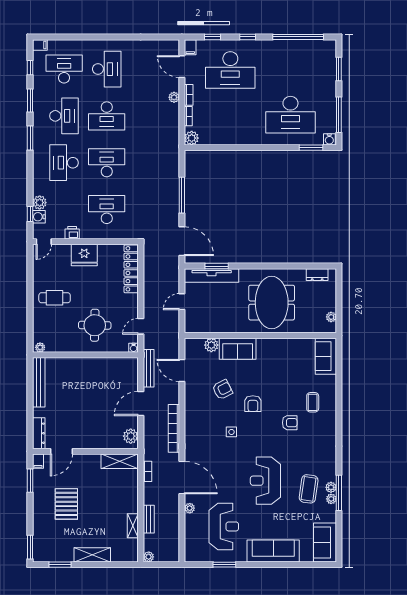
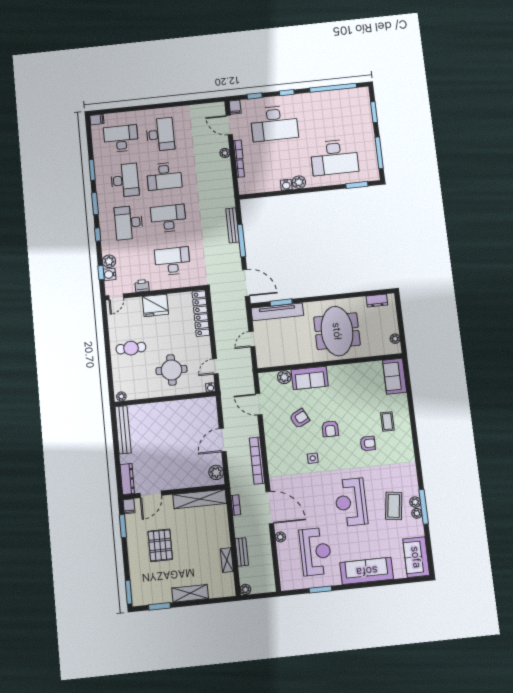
window: (30, 68) -> (98, 235), moved
plant: (192, 138) -> (299, 182), moved
water cooler: (329, 139) -> (286, 185), moved
bench: (149, 368) -> (232, 225), moved
shelving: (120, 461) -> (200, 499), width x1.47

